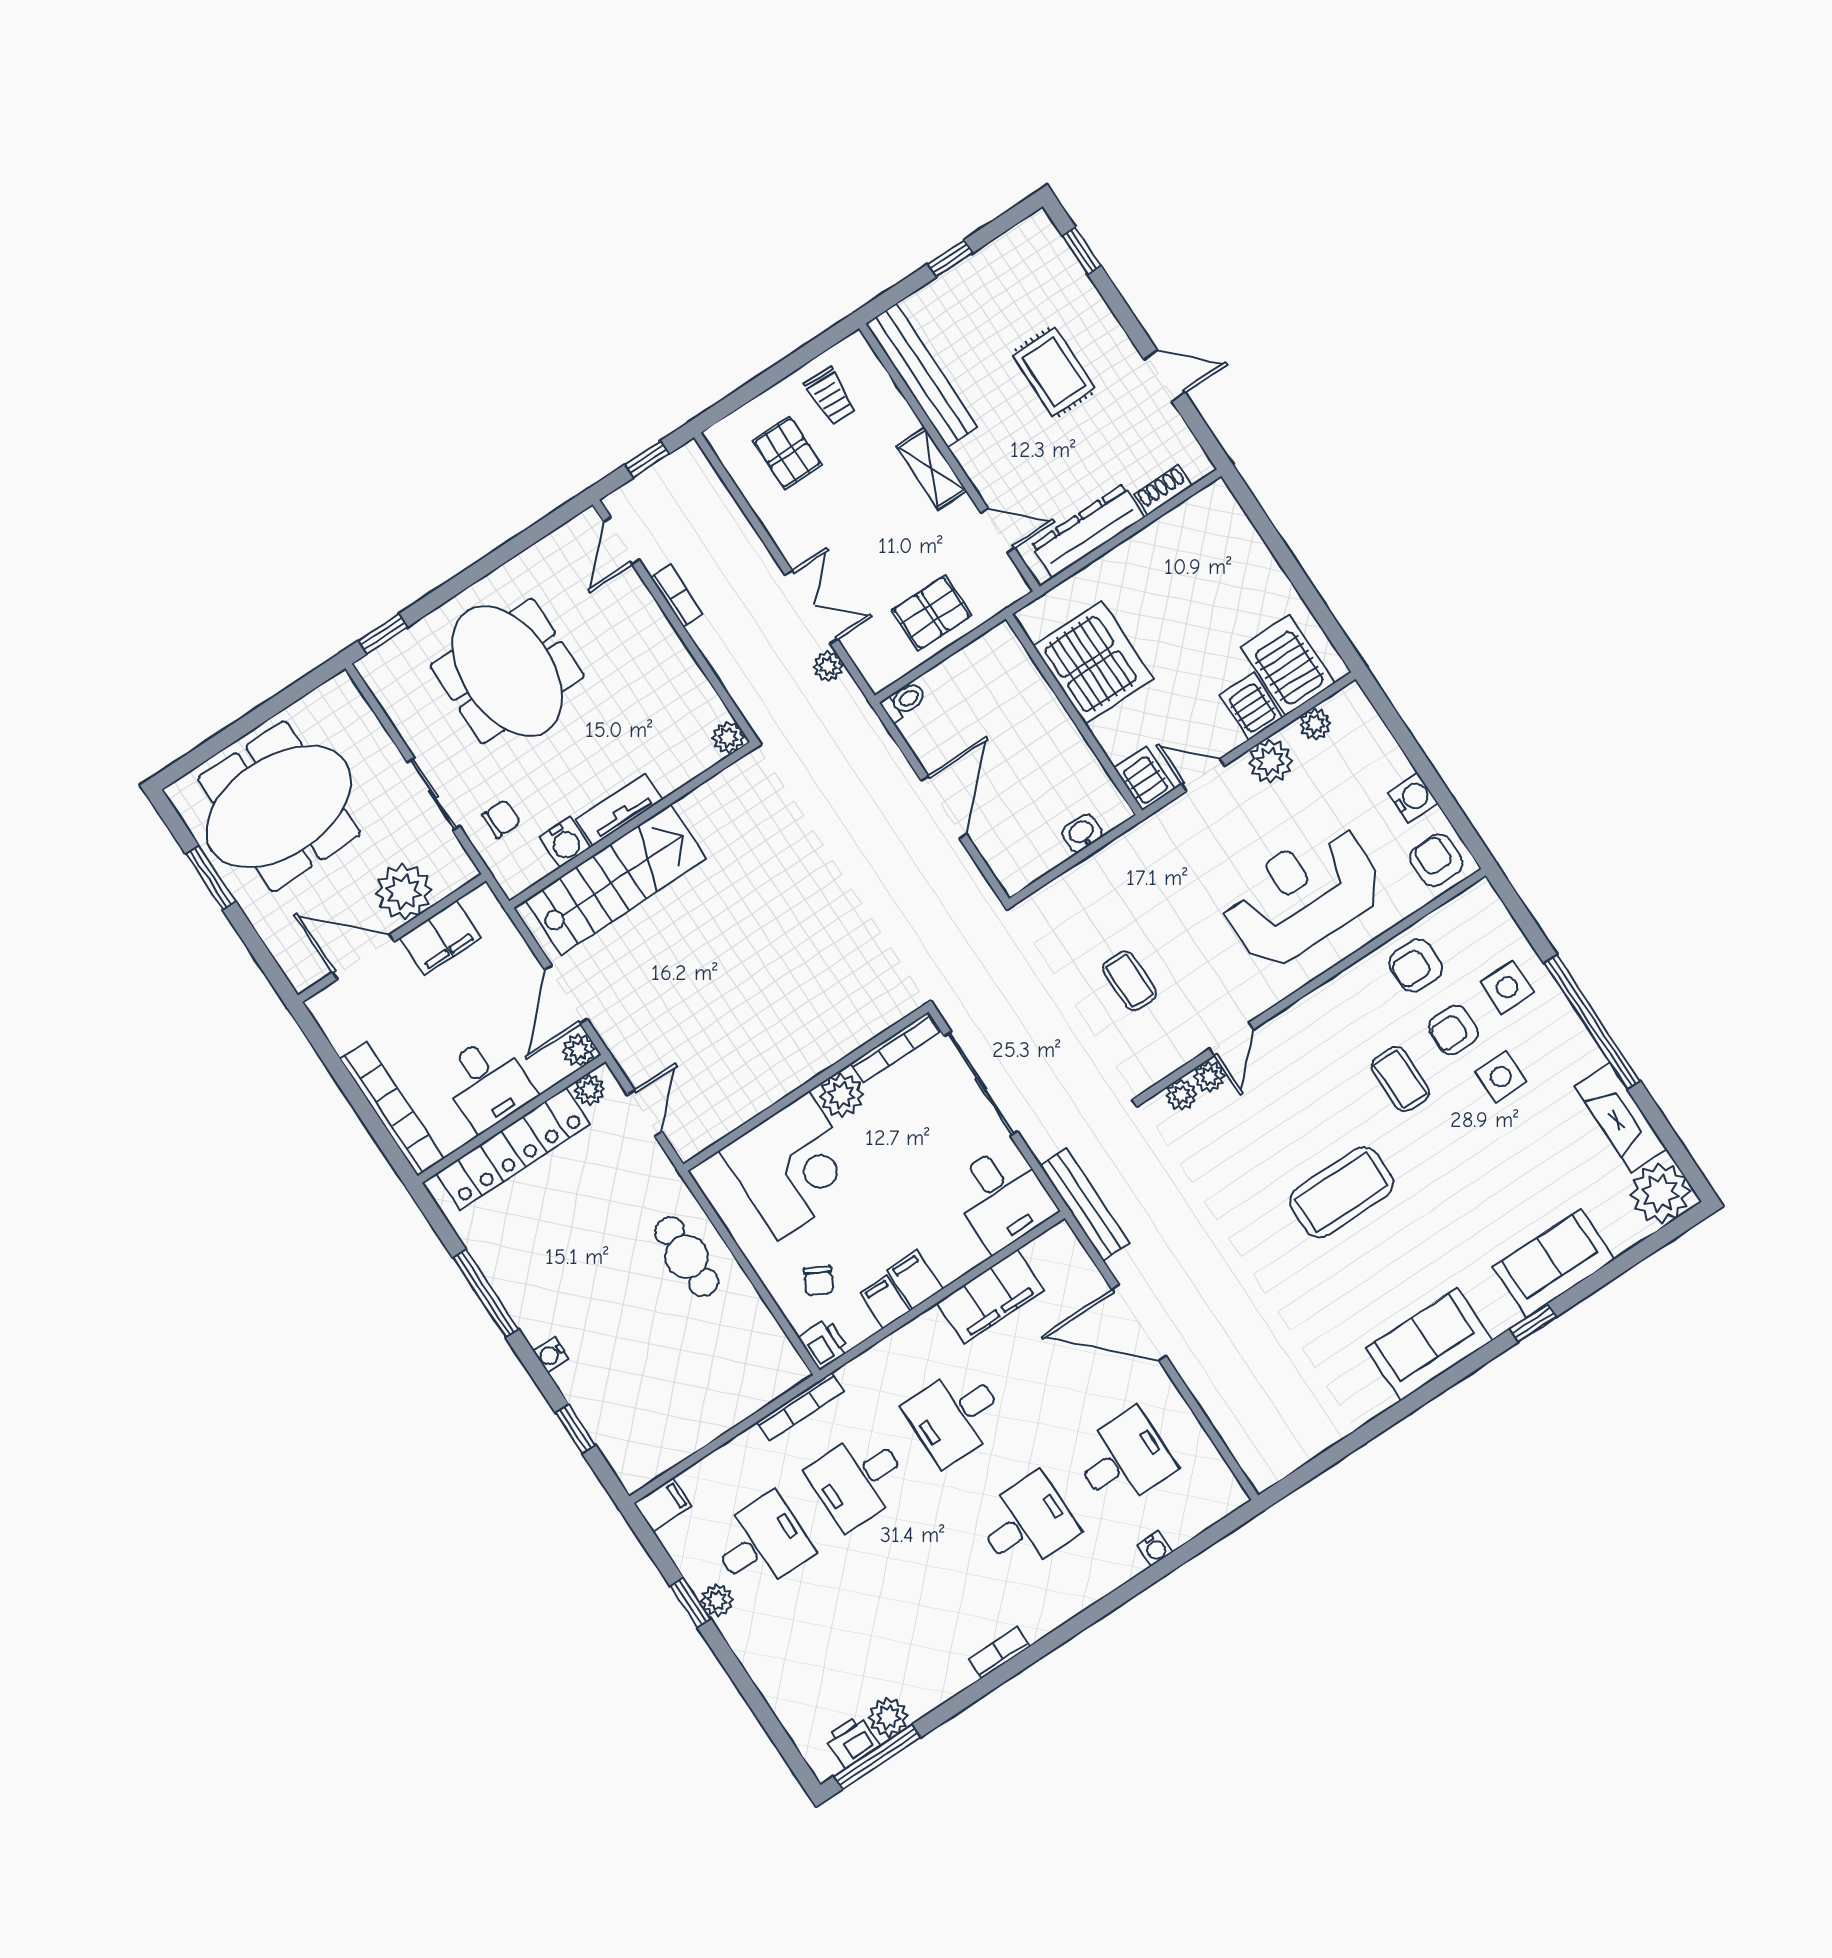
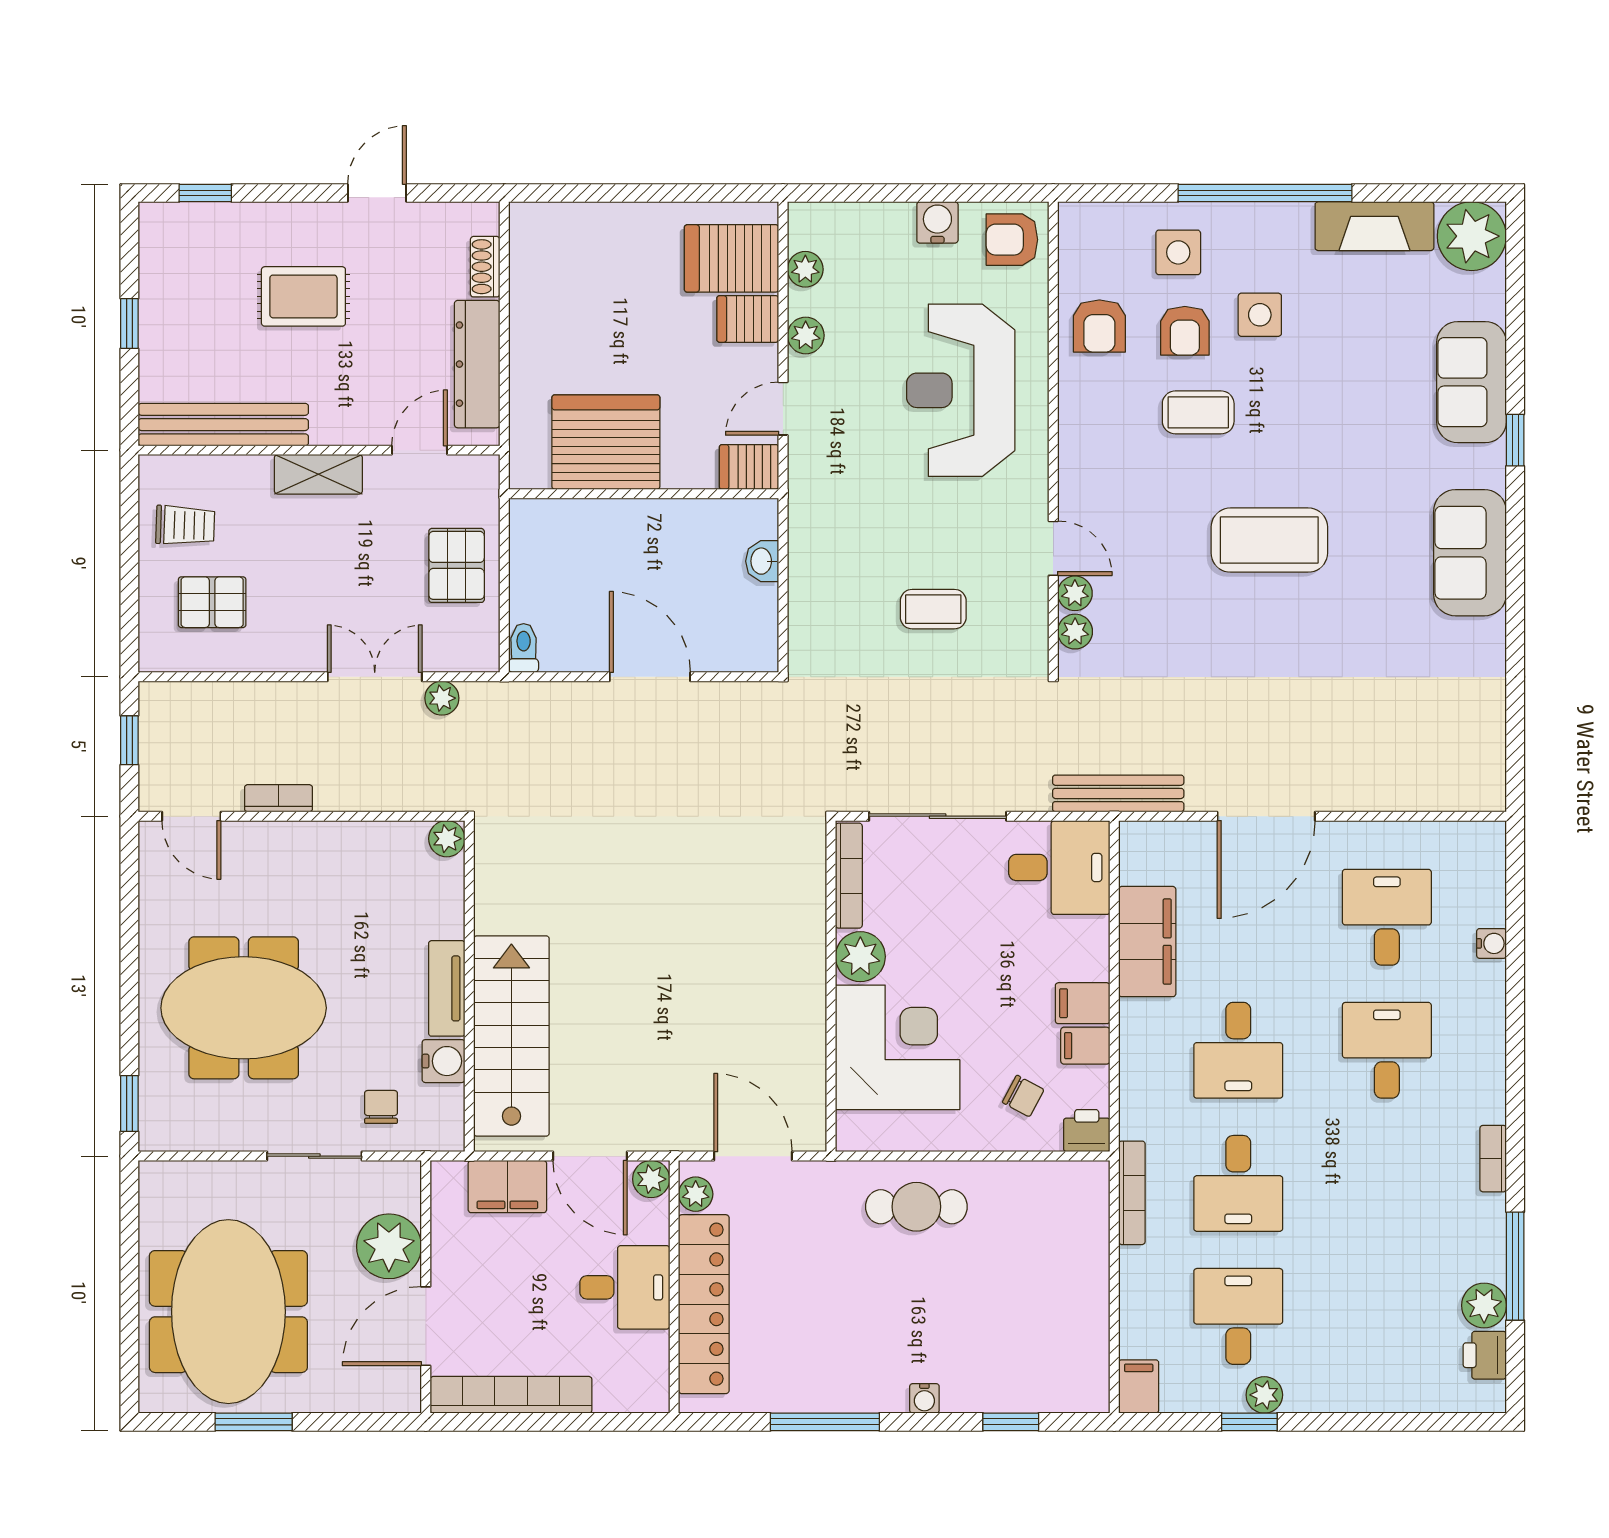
plant: (1270, 761) -> (806, 335), width x0.73, depth x0.73
filing cabinet: (440, 938) -> (507, 1187), moved, turned 90
bookcase: (392, 1109) -> (511, 1395), moved
door: (645, 1113) -> (753, 1156), width x1.38
coffee table: (1342, 1192) -> (1269, 540), turned 90
window: (877, 1757) -> (1515, 1266), moved

